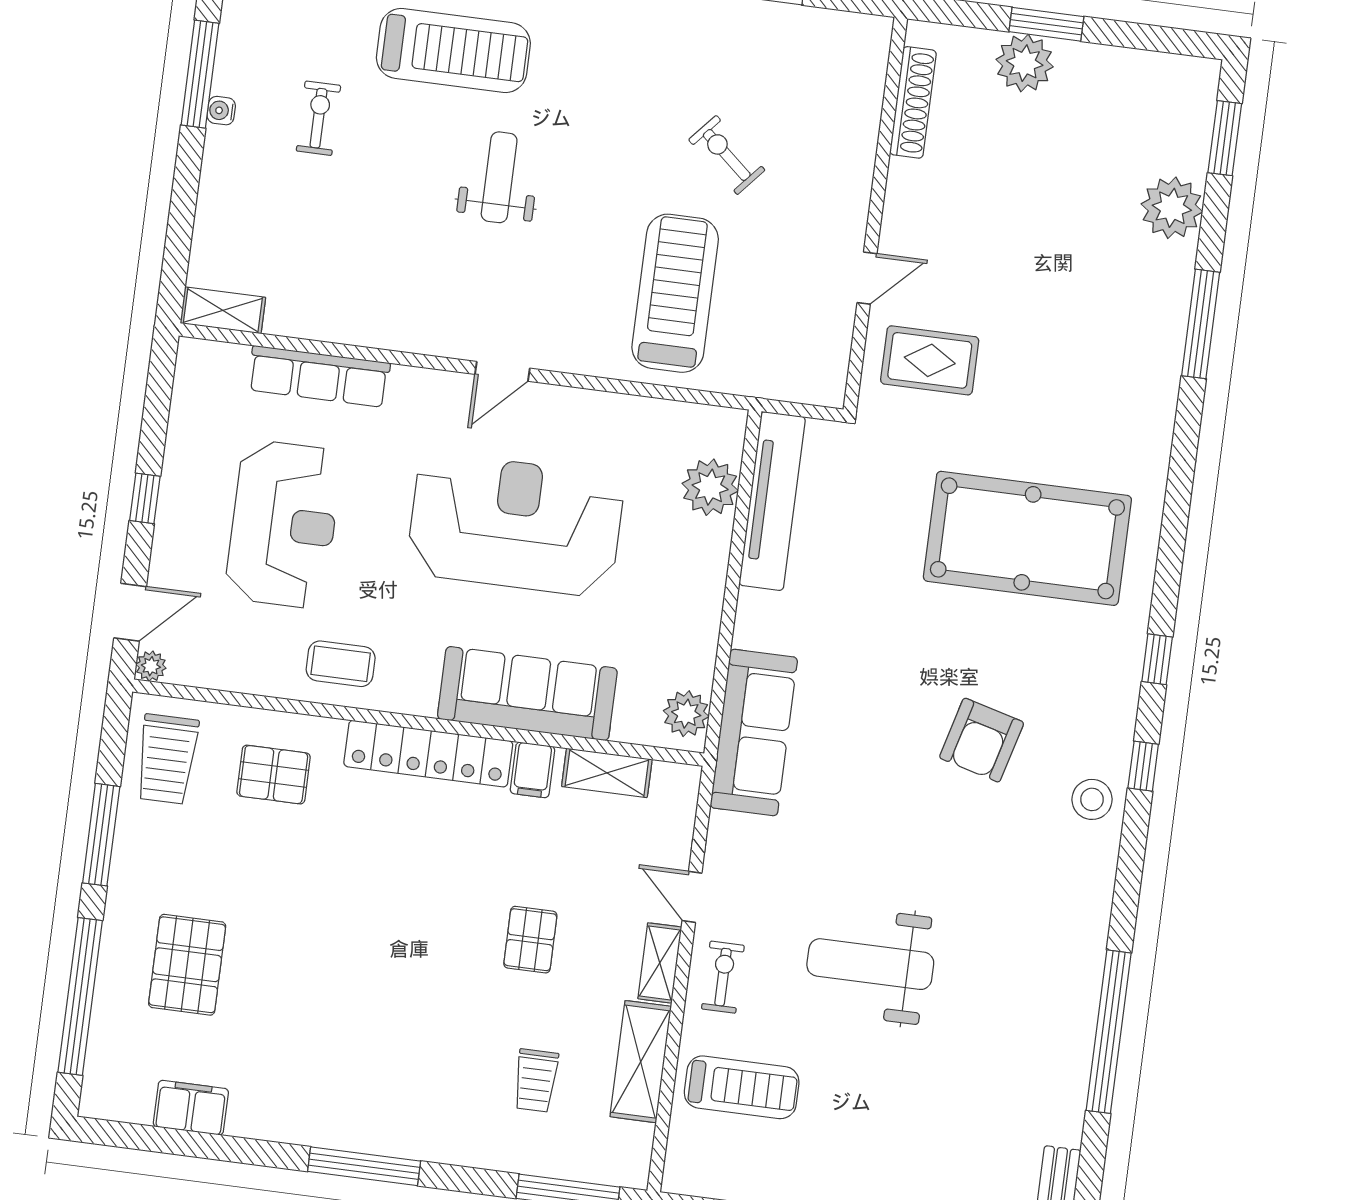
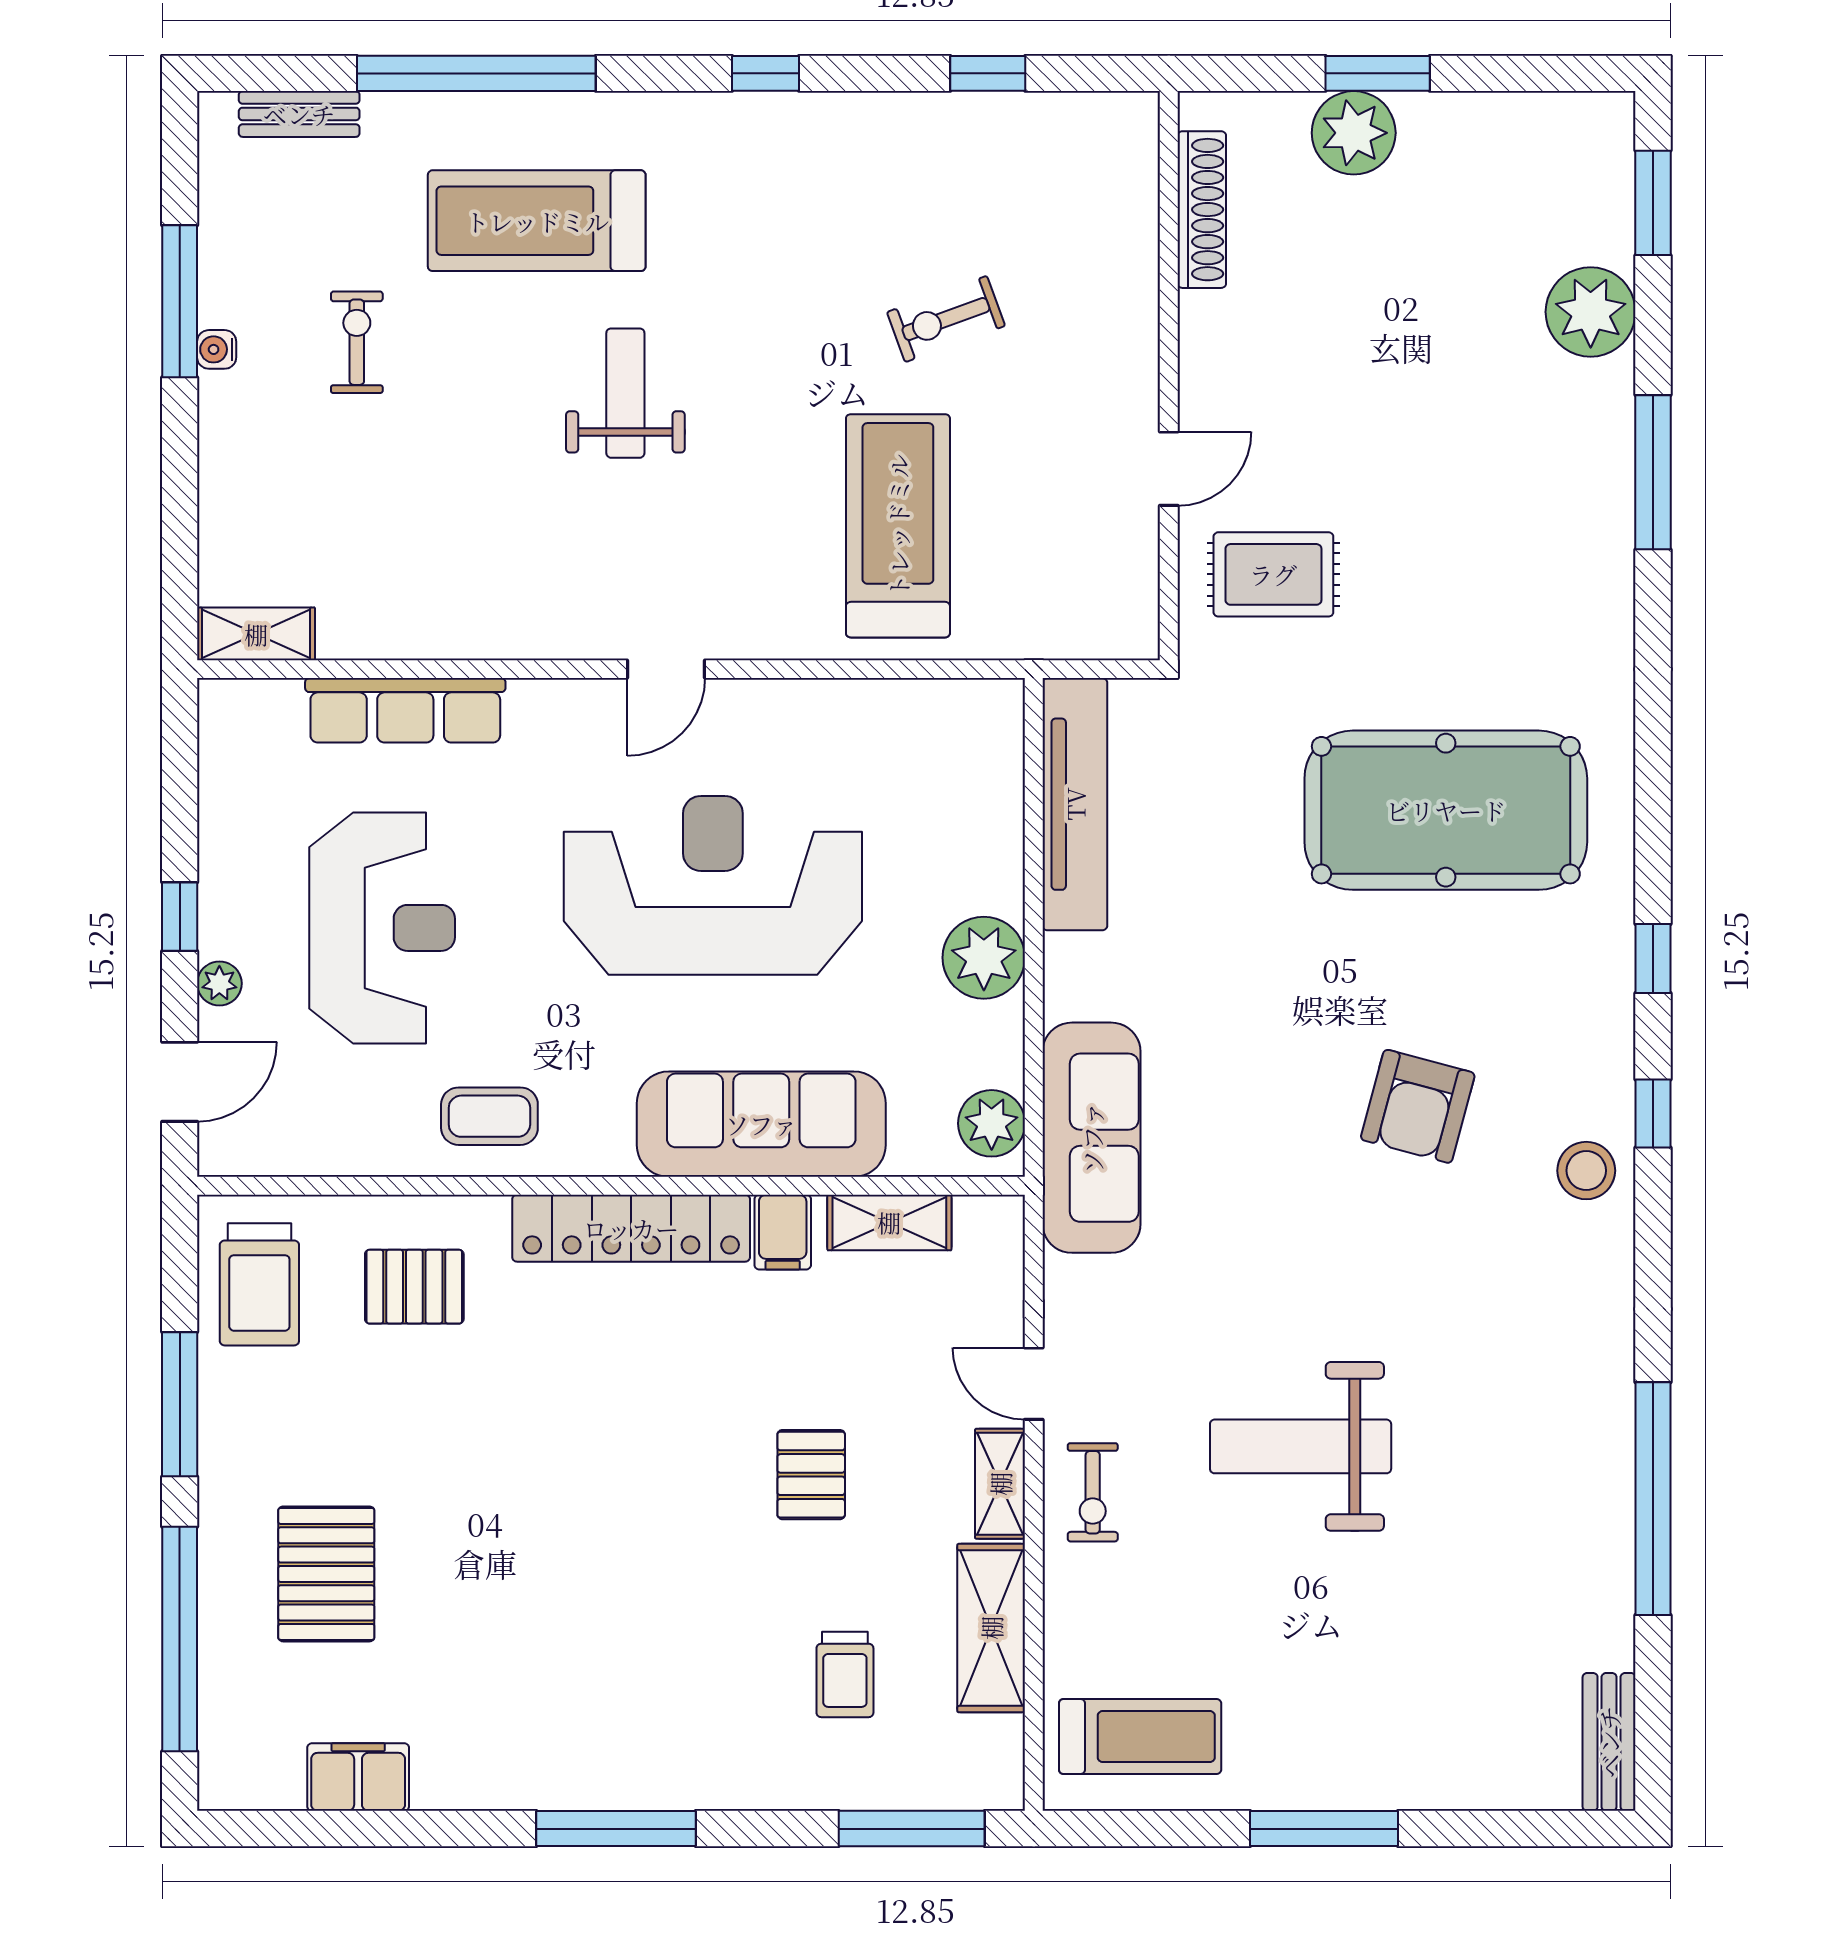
treadmill: (453, 50) -> (537, 221), turned 180
exercise bike: (727, 155) -> (946, 319), turned -61
plant: (710, 487) -> (984, 958), moved
plant: (151, 666) -> (219, 983), moved
exercise bike: (723, 977) -> (1093, 1492), turned 180
treadmill: (742, 1087) -> (1140, 1737), moved

